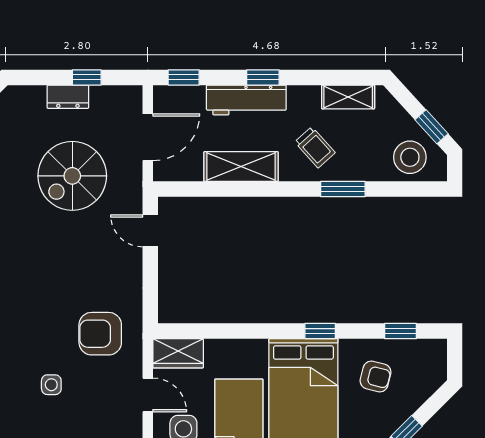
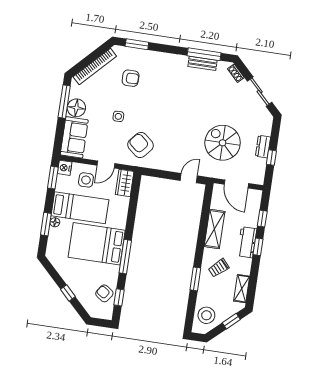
window: (184, 77) -> (262, 219), moved
workbench: (246, 100) -> (247, 242), width x0.73
window: (432, 127) -> (231, 321), moved
window: (320, 331) -> (125, 257), width x2.17
armchair: (100, 334) -> (141, 145), turned -50
armchair: (376, 377) -> (104, 293), moved, turned 111

